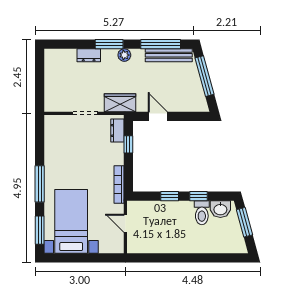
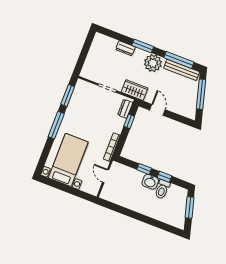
plant: (124, 55) -> (153, 63), width x1.87, depth x1.87
washbasin: (220, 209) -> (150, 182), moved
window: (40, 230) -> (68, 96), moved

